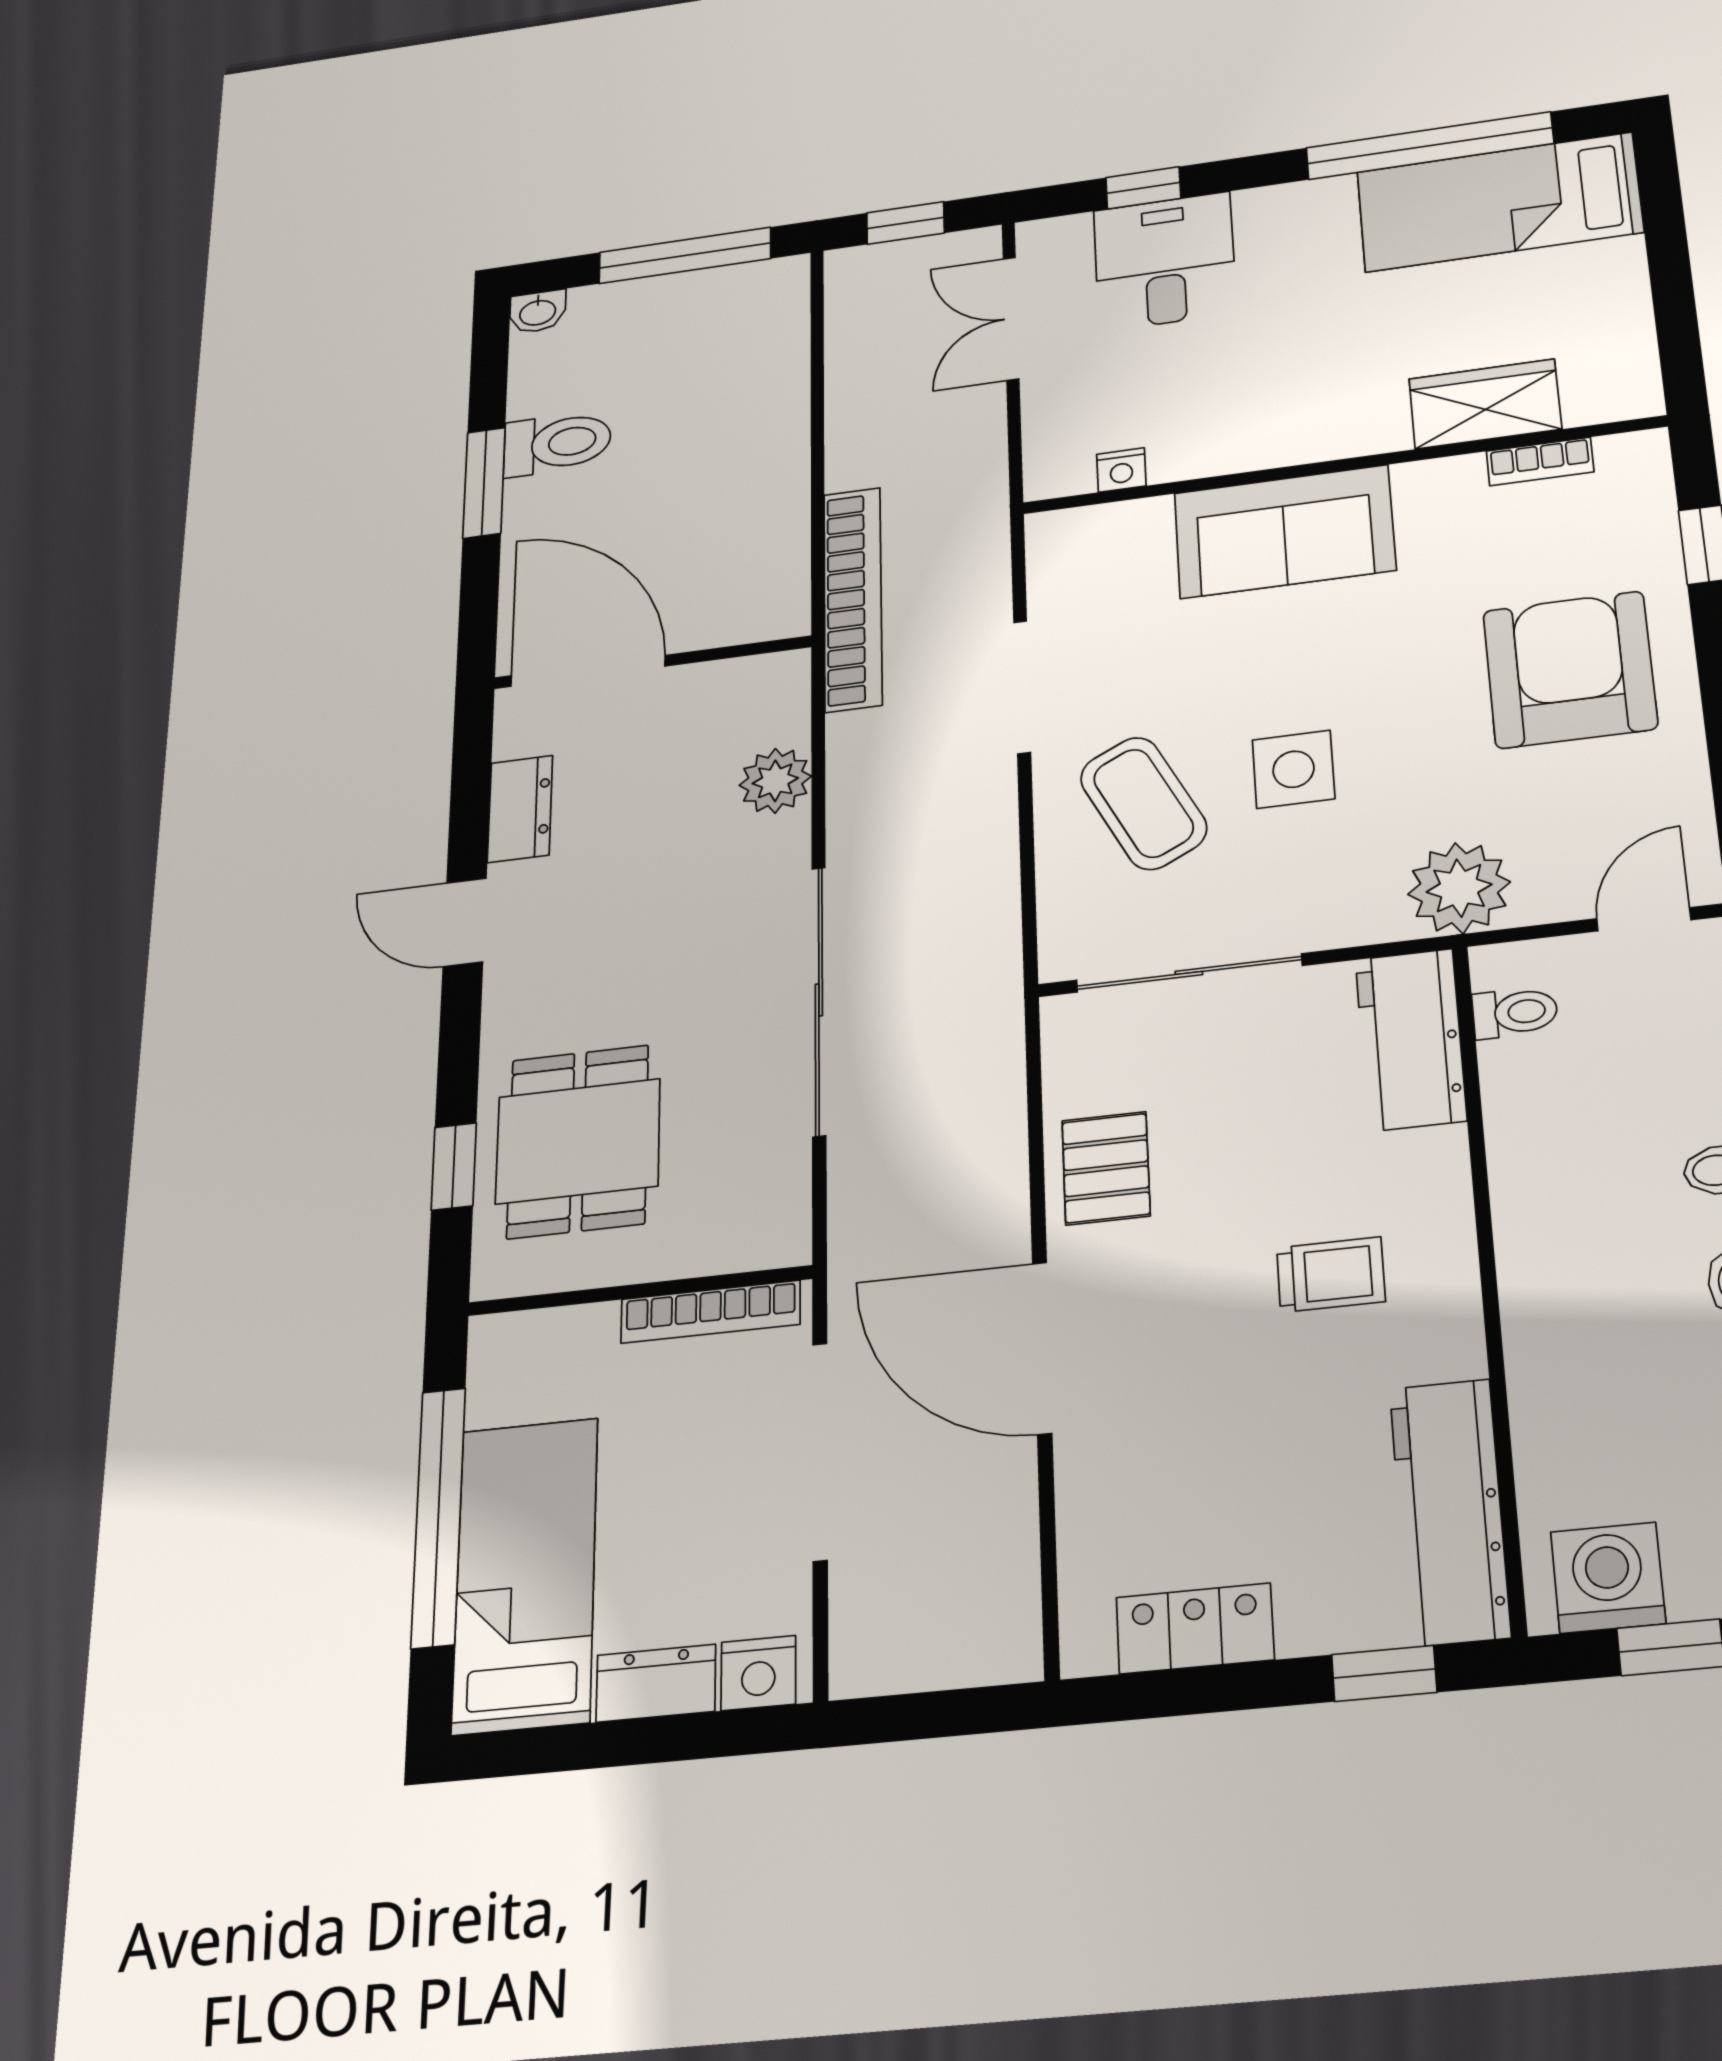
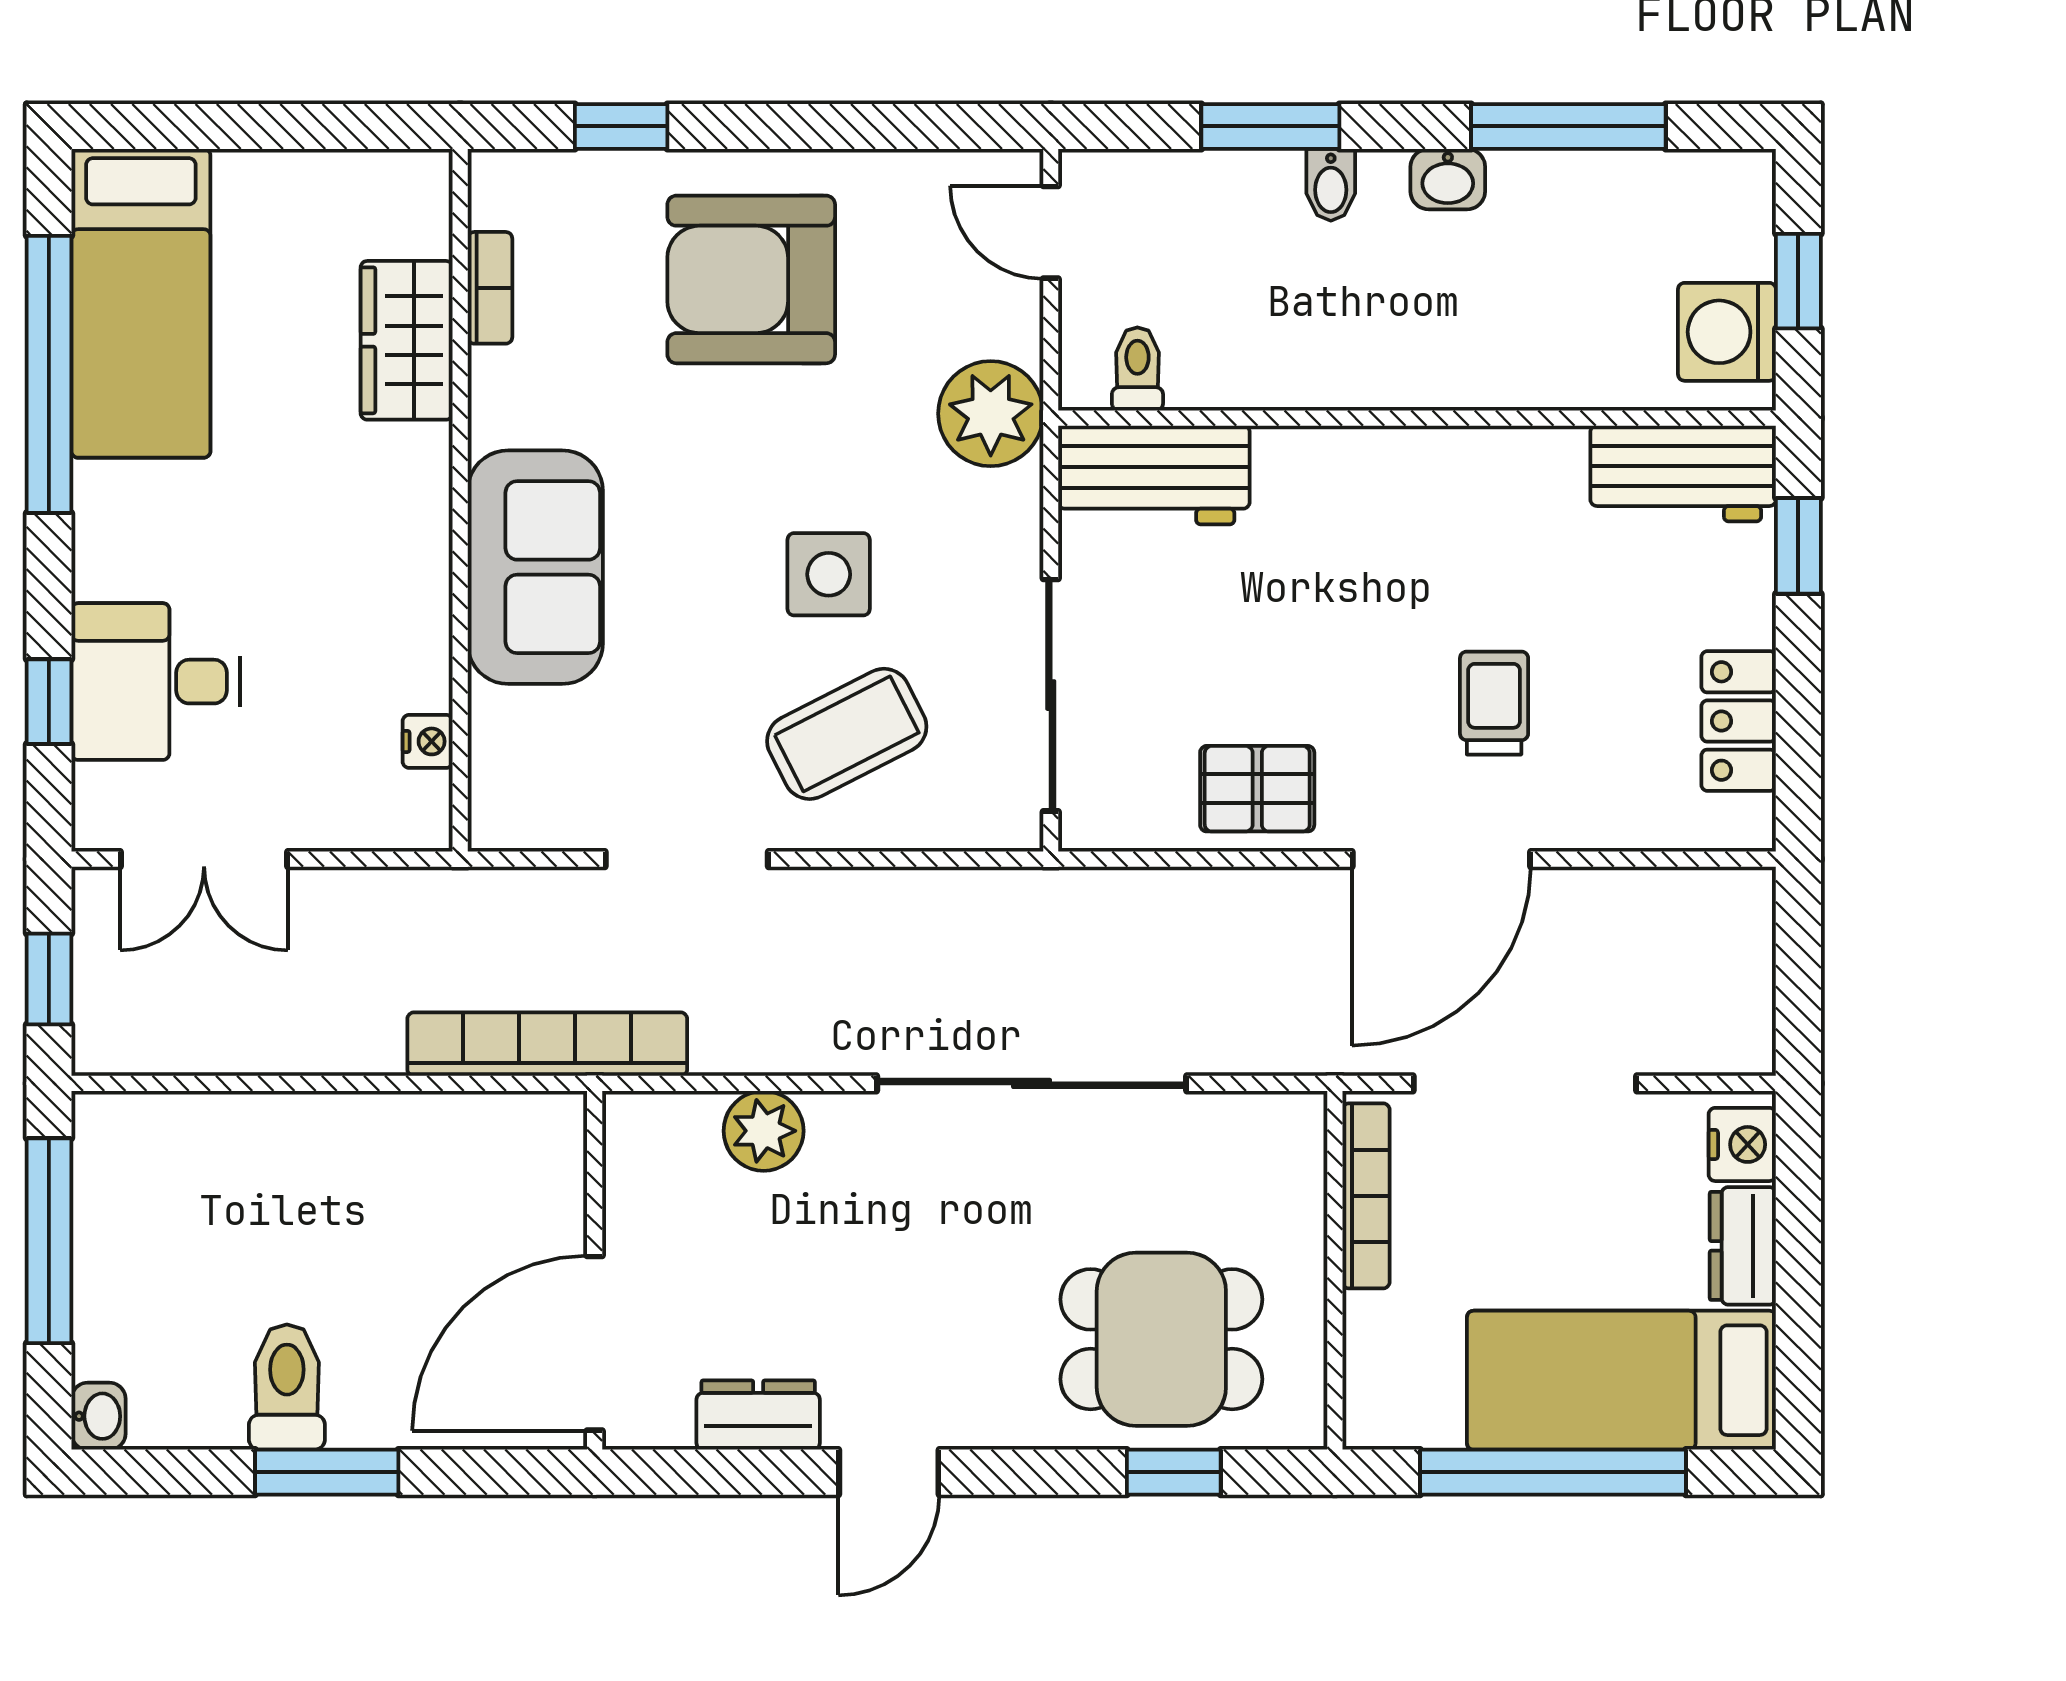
trolley: (1331, 1275) -> (1494, 703), moved
workbench: (1450, 1512) -> (1683, 473), width x0.73

